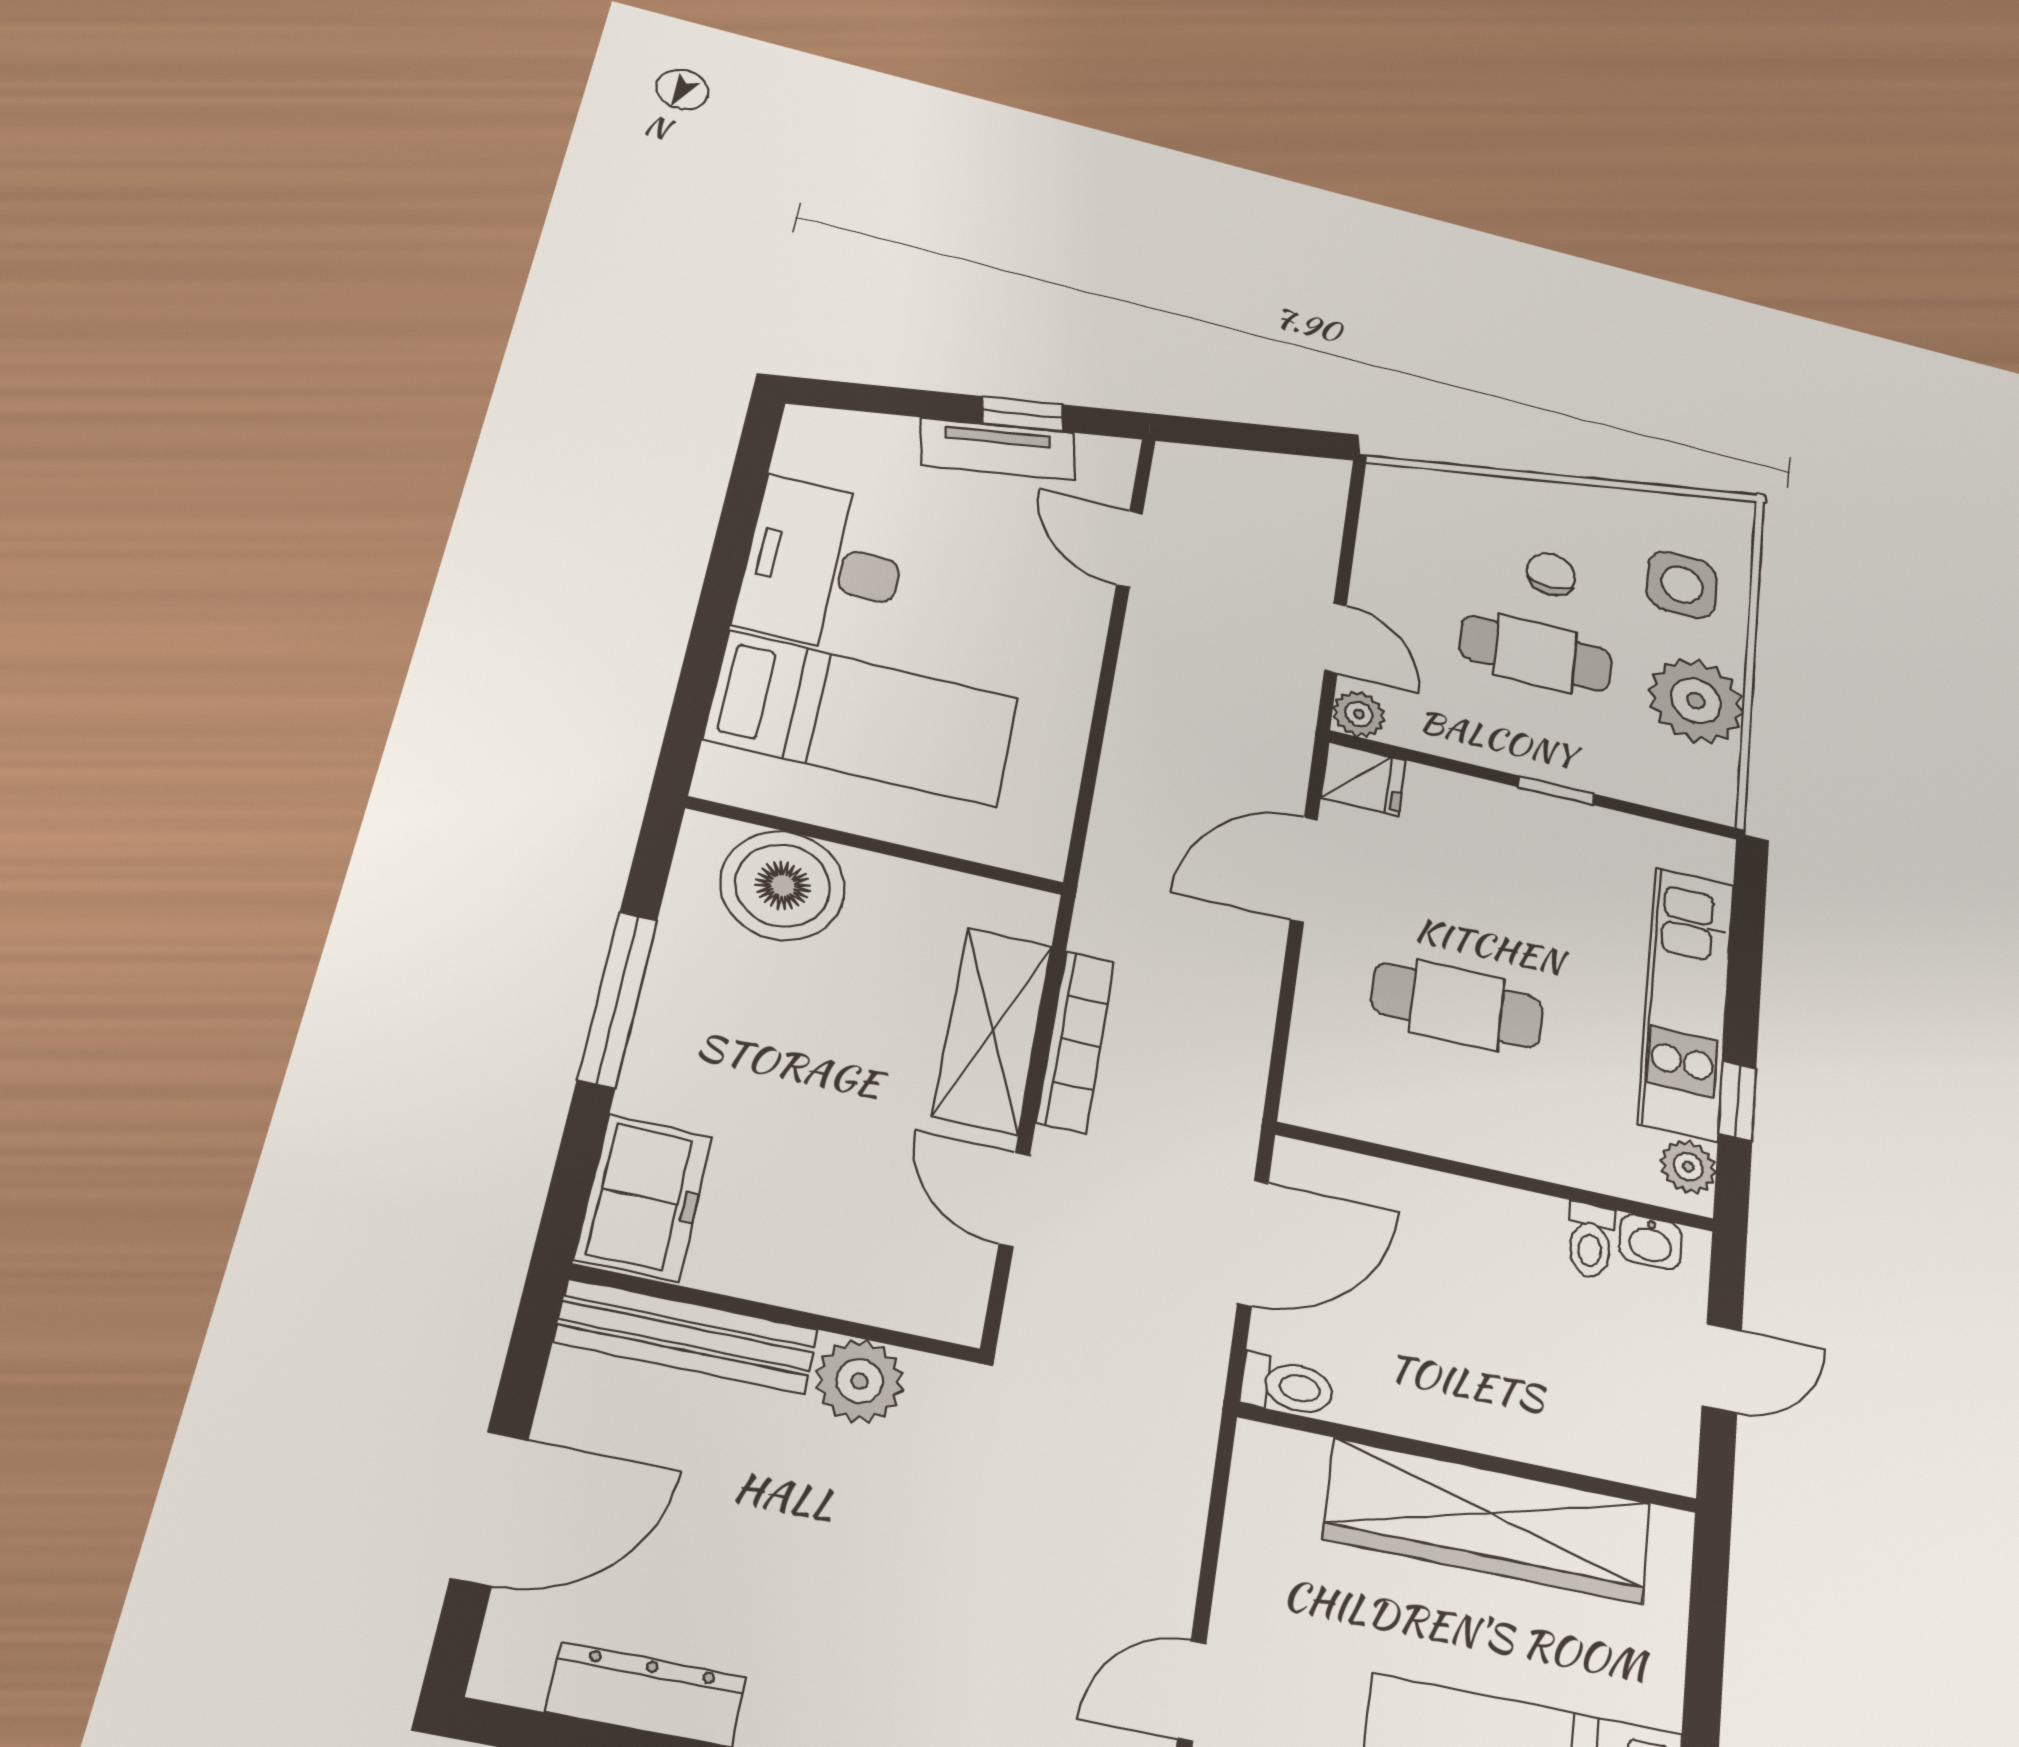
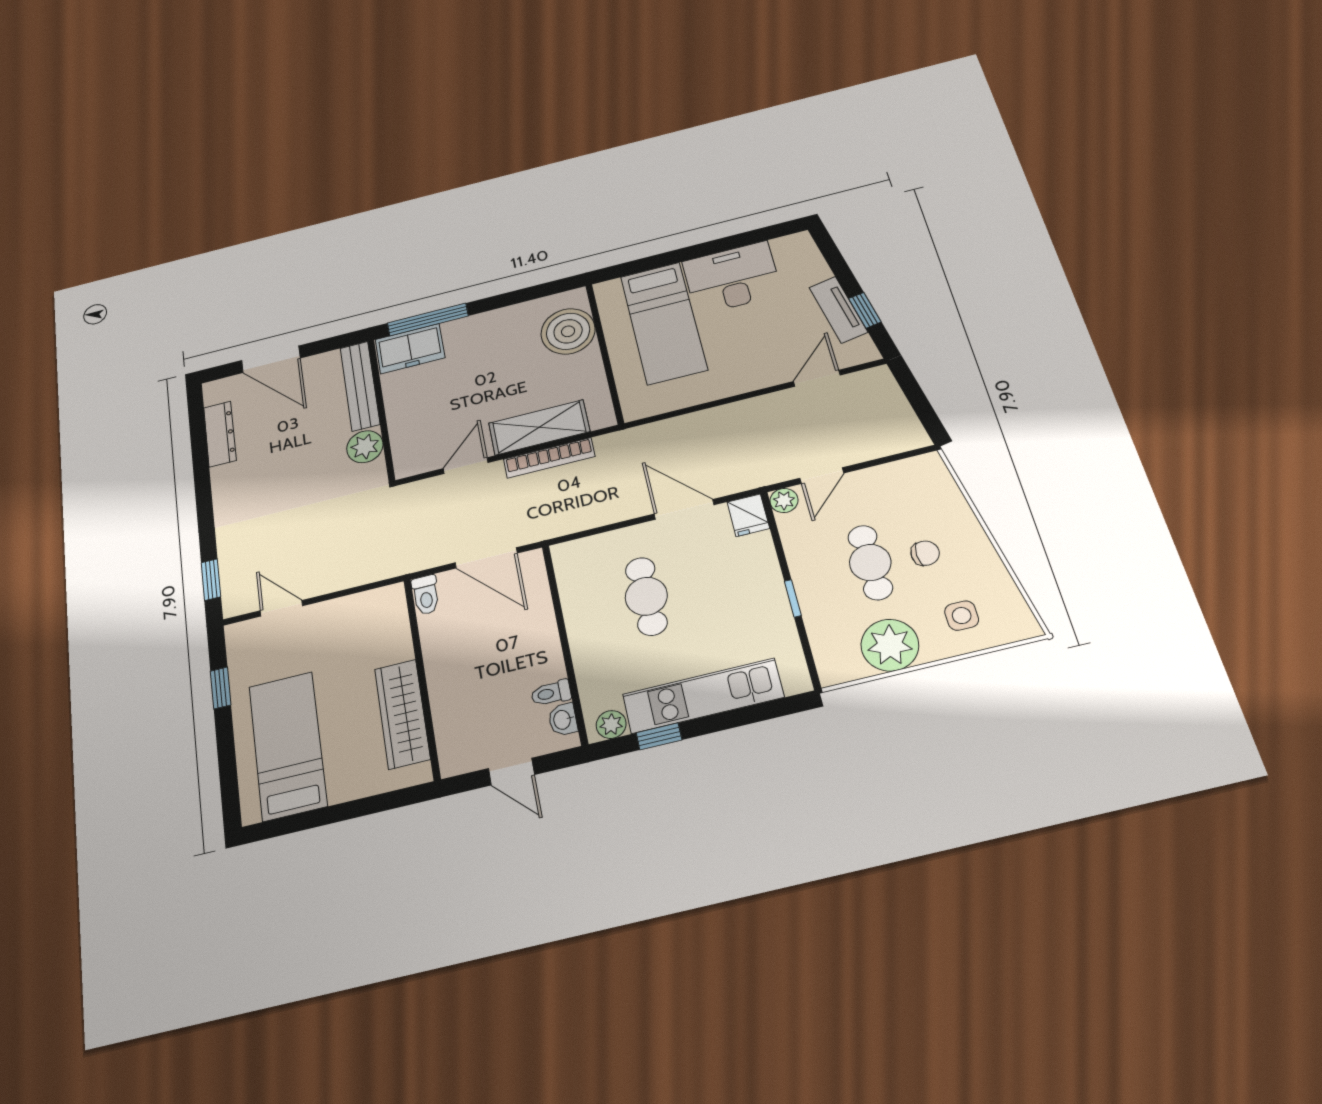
side table: (1682, 585) -> (962, 616), width x0.73, depth x0.73
window: (617, 999) -> (428, 319), moved
wardrobe: (1488, 1521) -> (402, 714), width x0.71, depth x0.85

